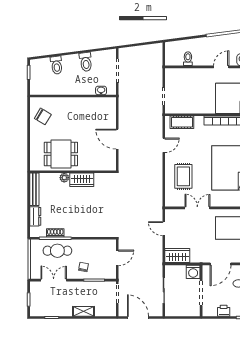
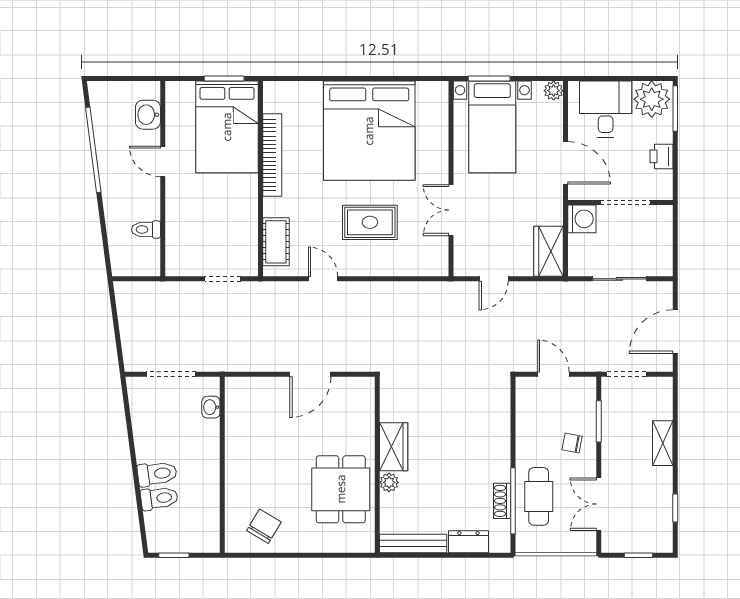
toilet: (86, 62) -> (157, 474), moved
rug: (183, 176) -> (370, 222), moved

